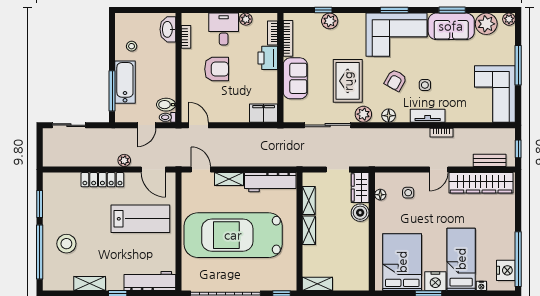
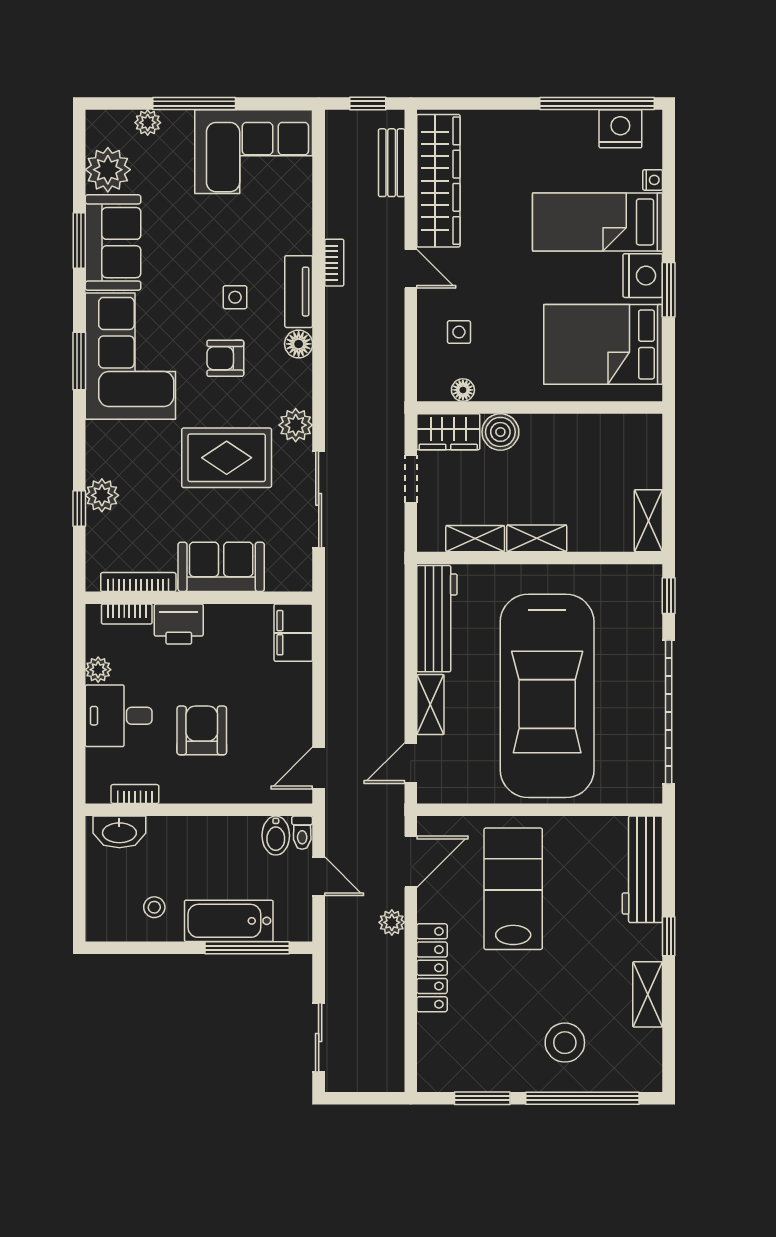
plant: (509, 19) -> (148, 123), moved
armchair: (396, 80) -> (225, 358), turned 151
floor lamp: (389, 116) -> (299, 344), moved

